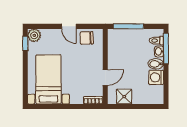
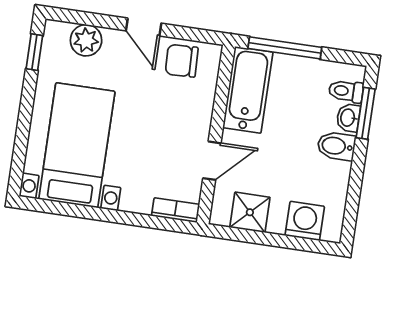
plant: (34, 35) -> (86, 40), moved
bathtub: (116, 46) -> (248, 90), added
window: (166, 49) -> (366, 113), width x0.69
washing machine: (156, 77) -> (305, 221), moved, turned 90

